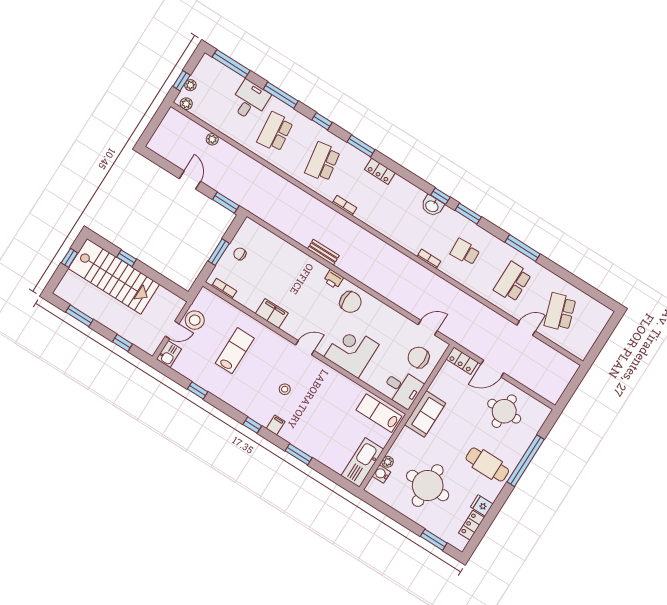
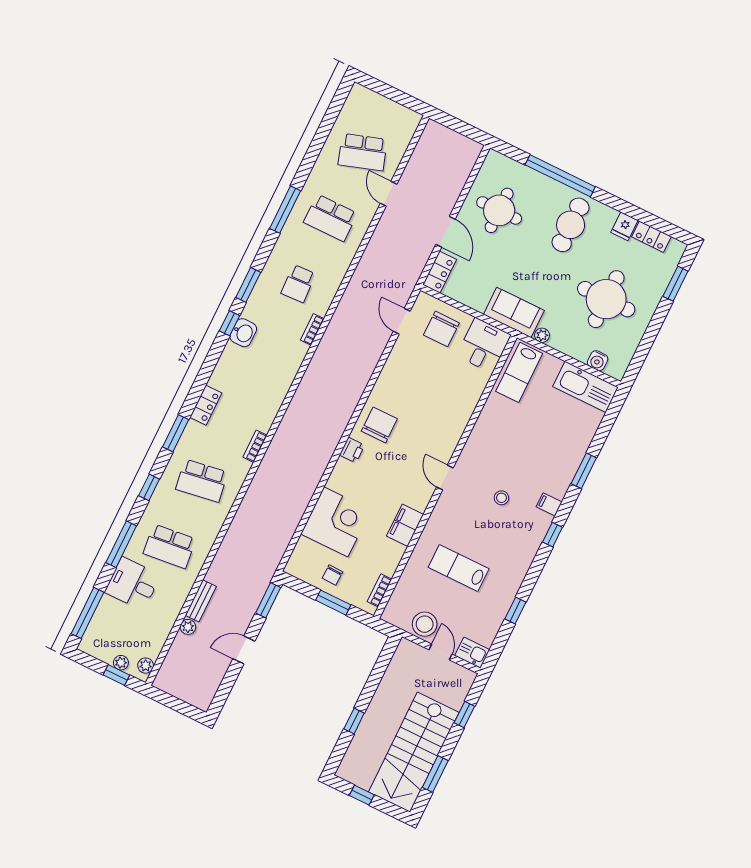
bench: (323, 252) -> (201, 601), moved
stairs: (114, 276) -> (414, 752), moved, turned 180
corner desk: (352, 351) -> (336, 522), moved, turned 180
plant: (388, 462) -> (542, 335), moved

